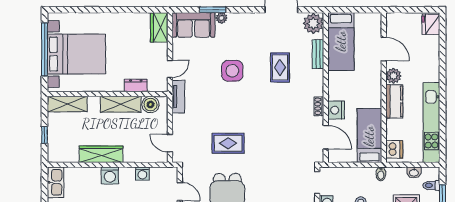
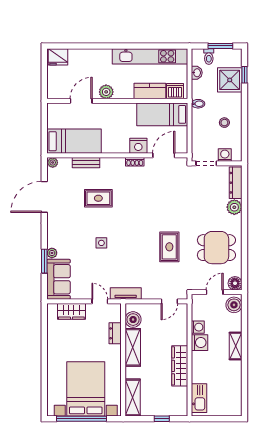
plant: (313, 23) -> (53, 162), width x0.53, depth x0.53
wardrobe: (159, 27) -> (71, 311), moved
side table: (232, 71) -> (101, 243), width x0.54, depth x0.54
kitchen counter: (394, 101) -> (150, 91), moved
washing machine: (110, 175) -> (200, 343), moved
kitchen sink: (56, 182) -> (199, 398), moved, turned 90

